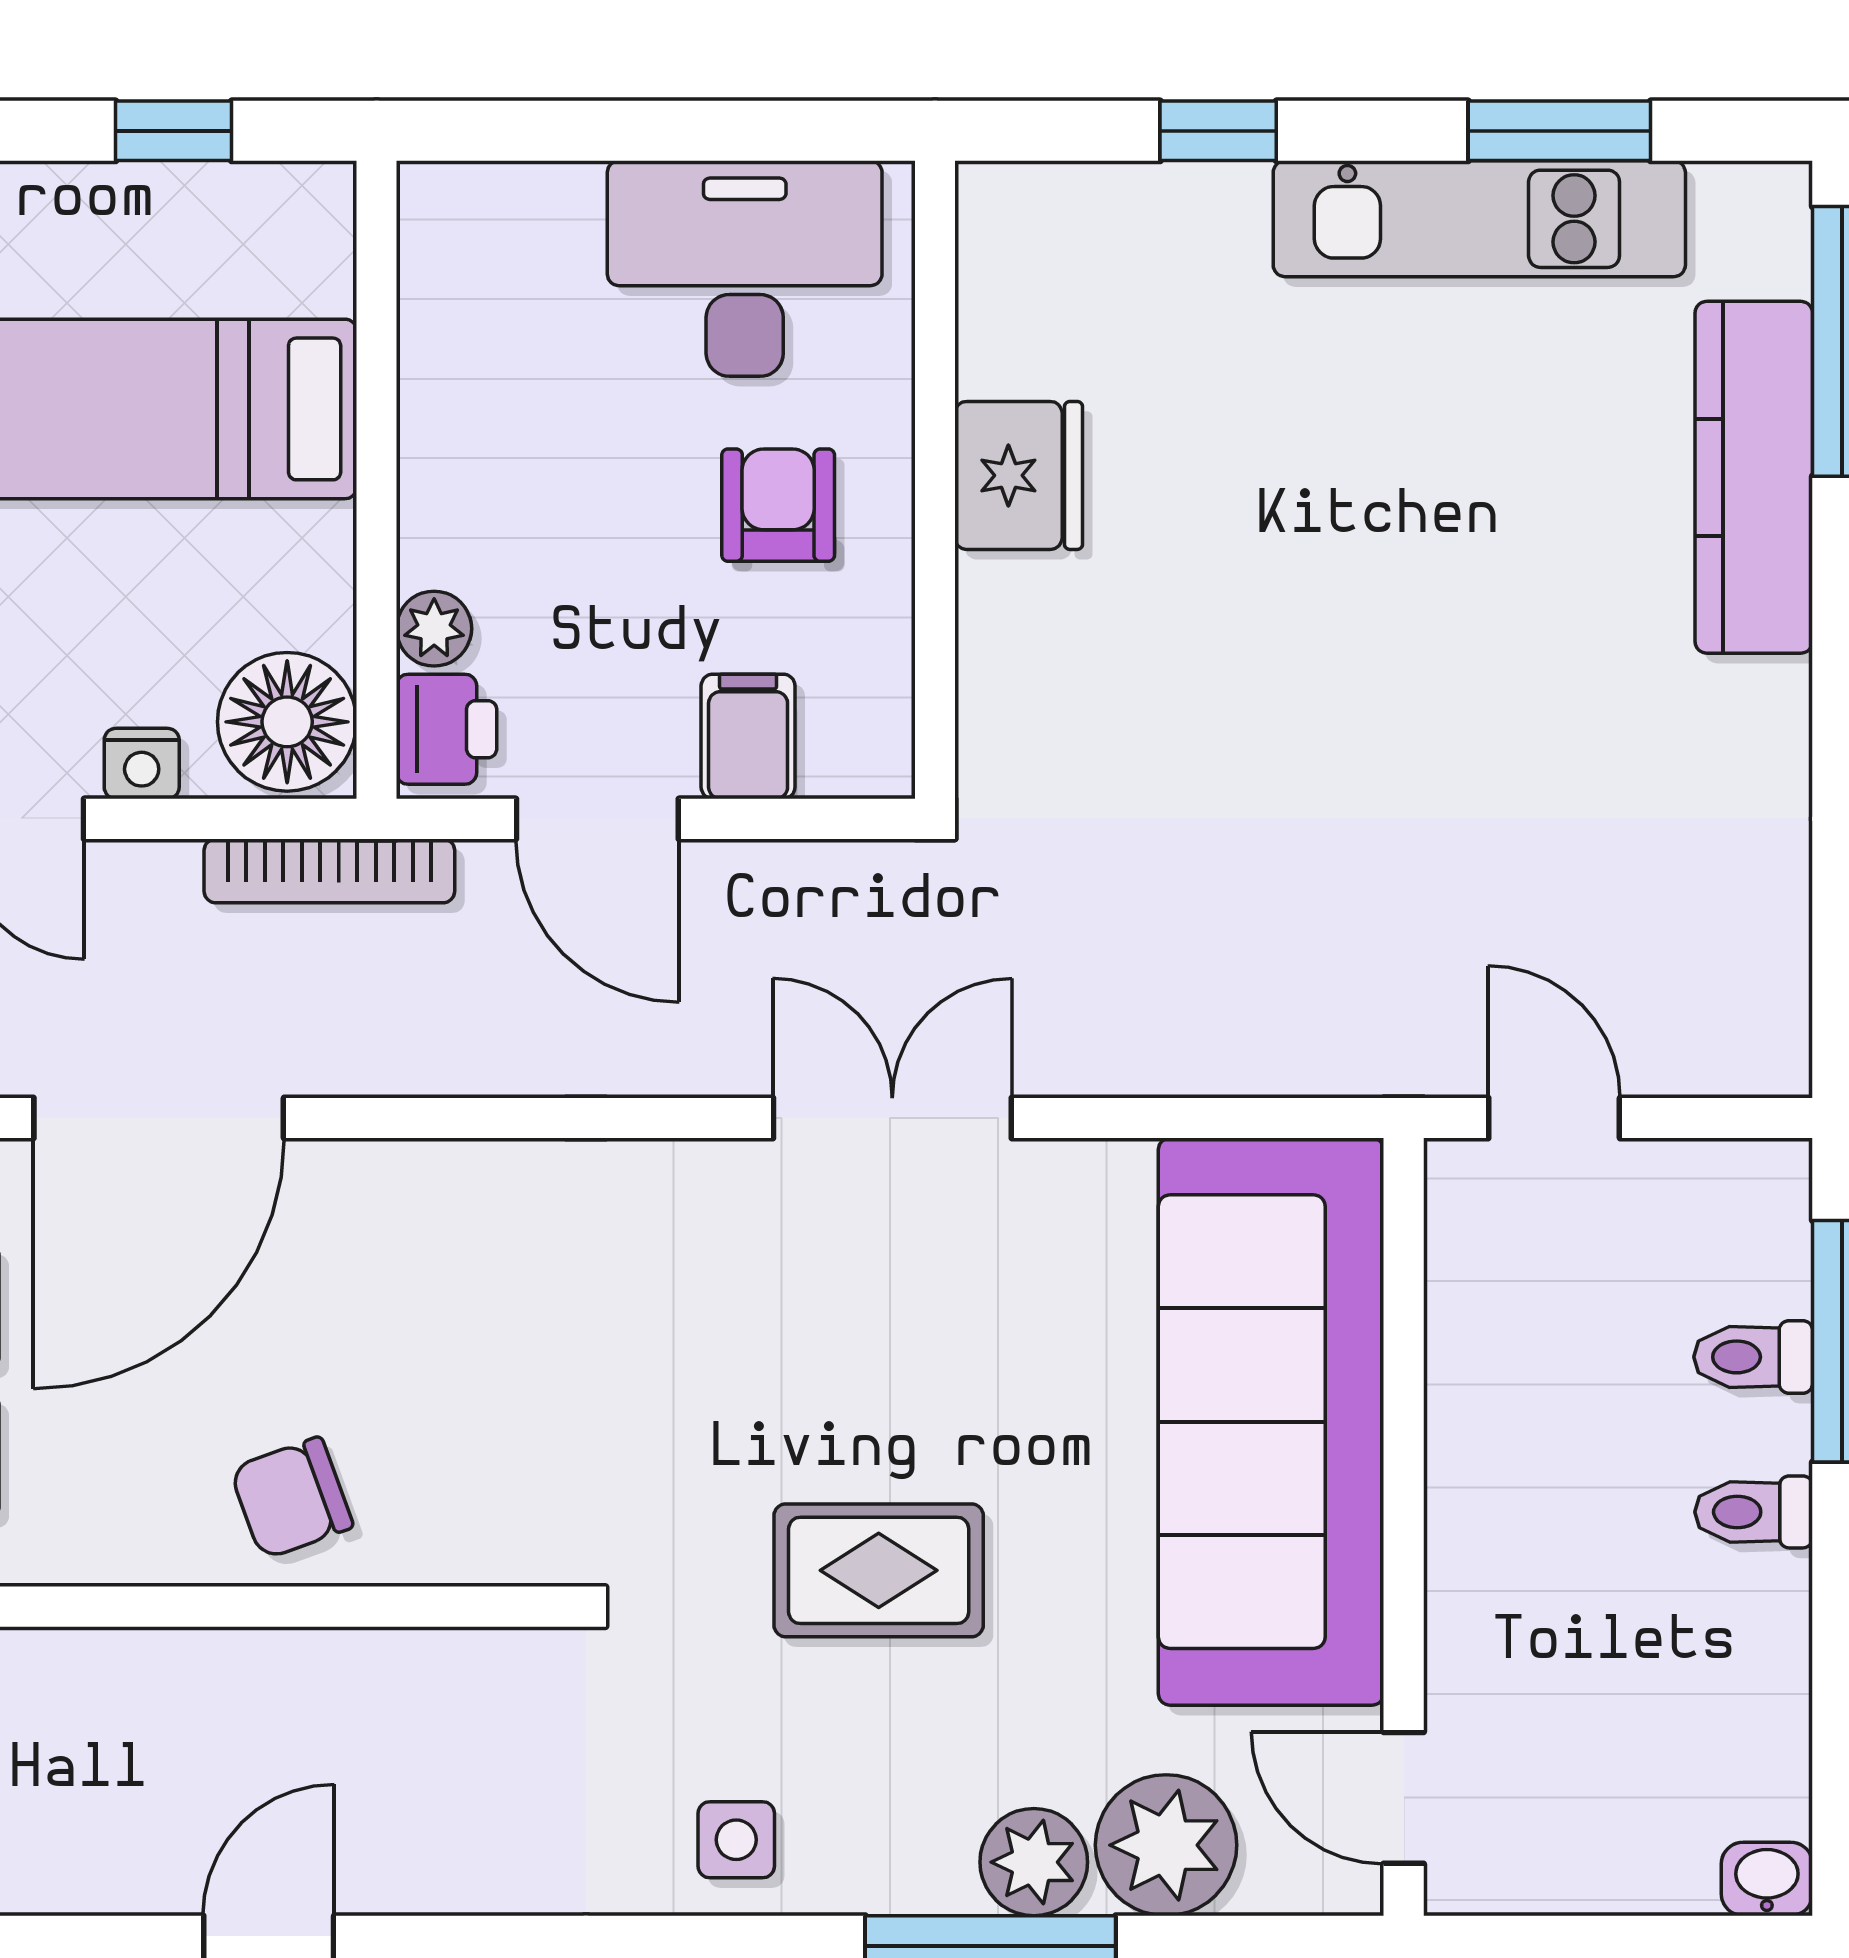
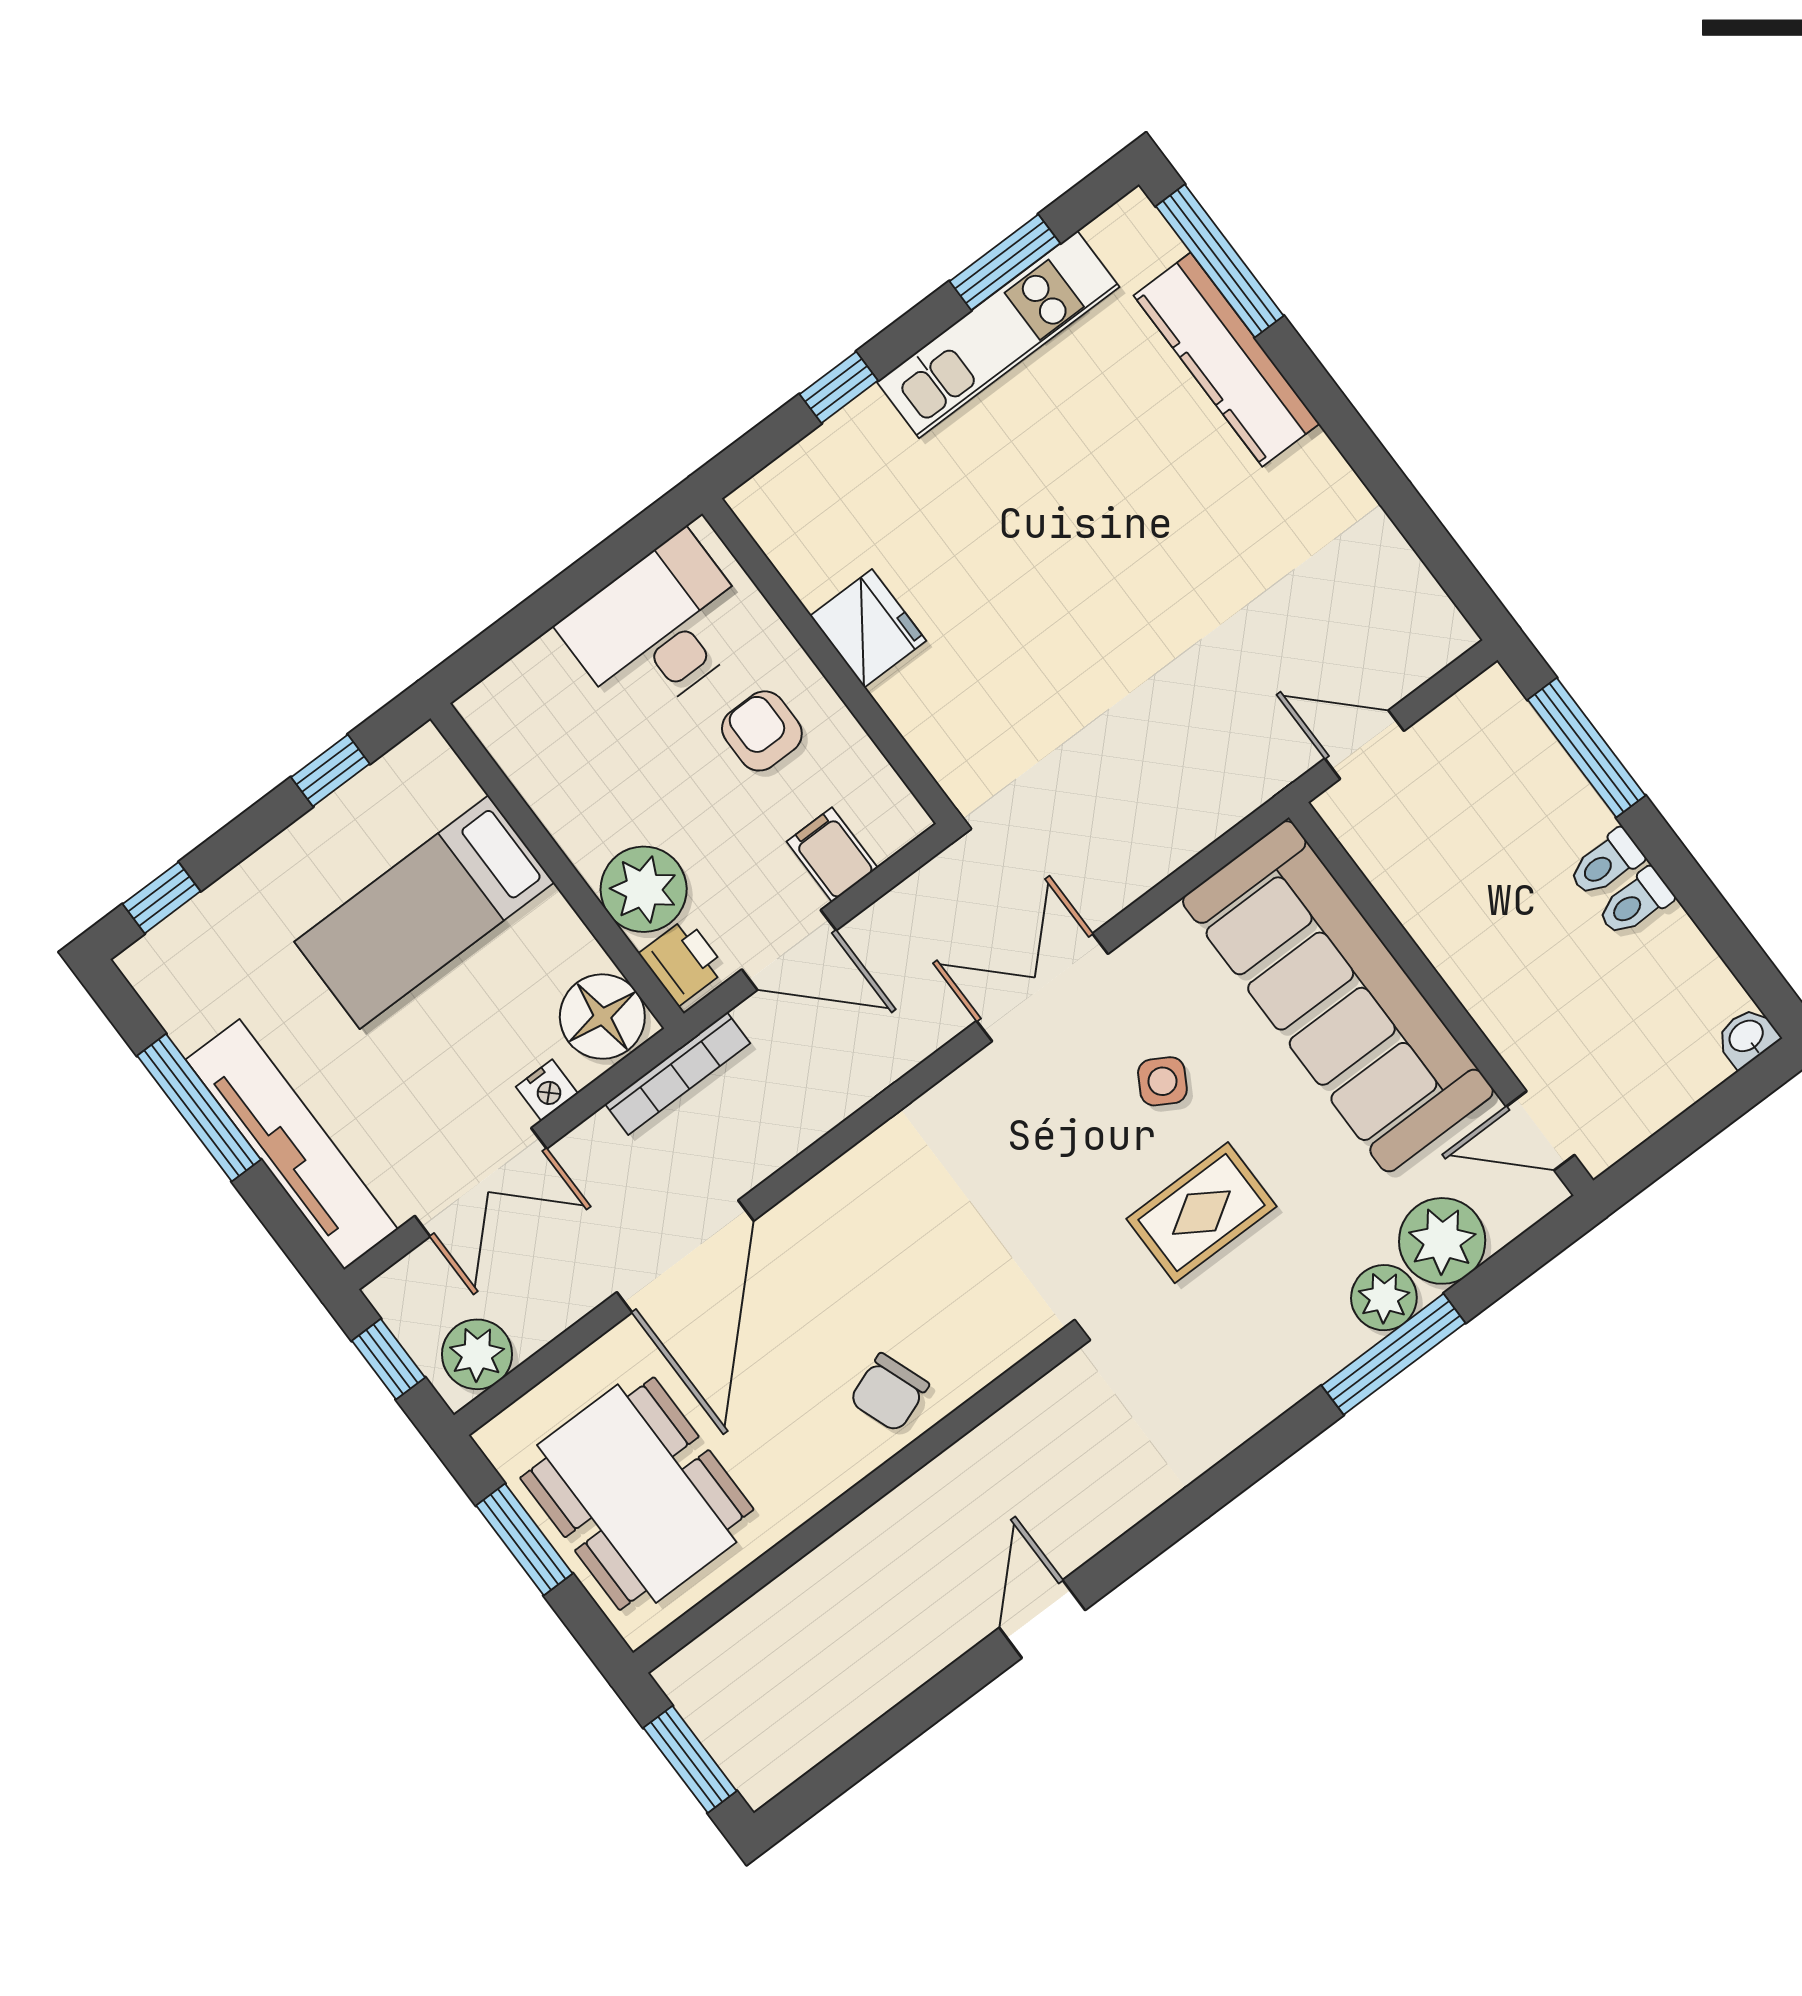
plant: (434, 629) -> (644, 889), width x1.88, depth x1.88
toilet: (1753, 1357) -> (1635, 903), moved
side table: (736, 1840) -> (1162, 1081), moved, turned 30

